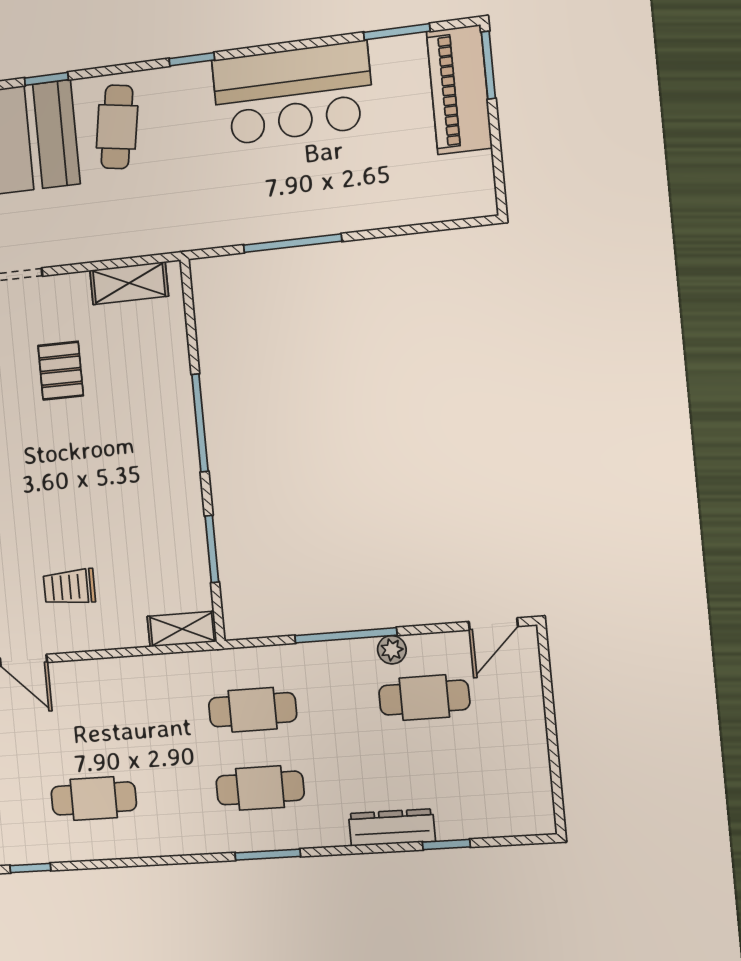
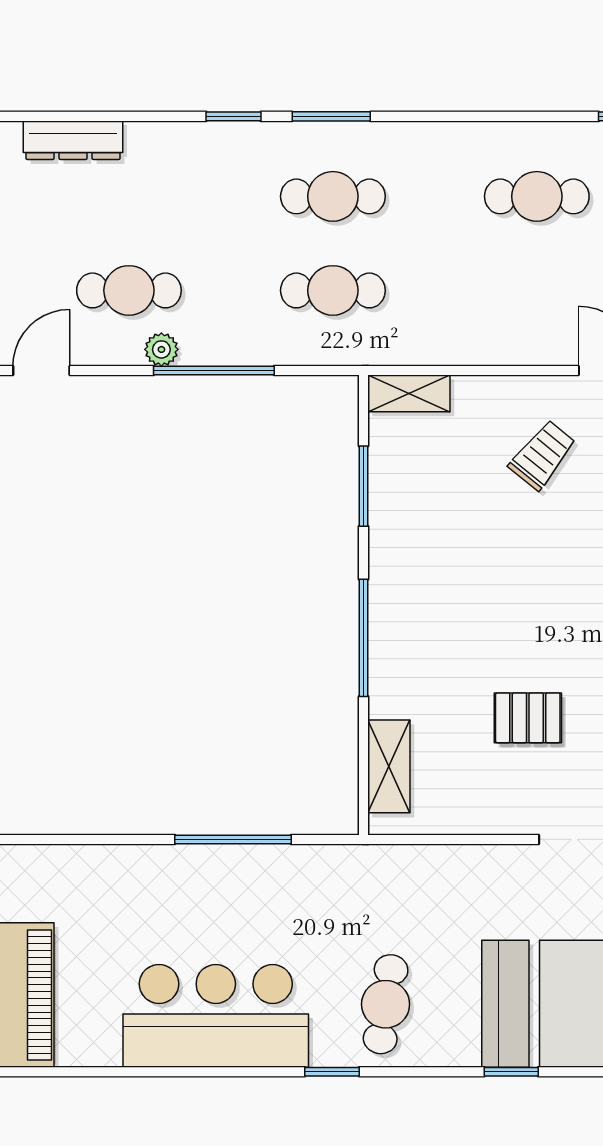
window: (397, 32) -> (88, 1072), removed
cafe table: (117, 127) -> (386, 1004), moved
shelving: (129, 283) -> (389, 766), moved, turned 90
pallet: (61, 371) -> (528, 718), turned 90
trolley: (69, 587) -> (542, 455), turned -51
dresser: (392, 827) -> (73, 140), moved
window: (446, 844) -> (234, 116), moved

